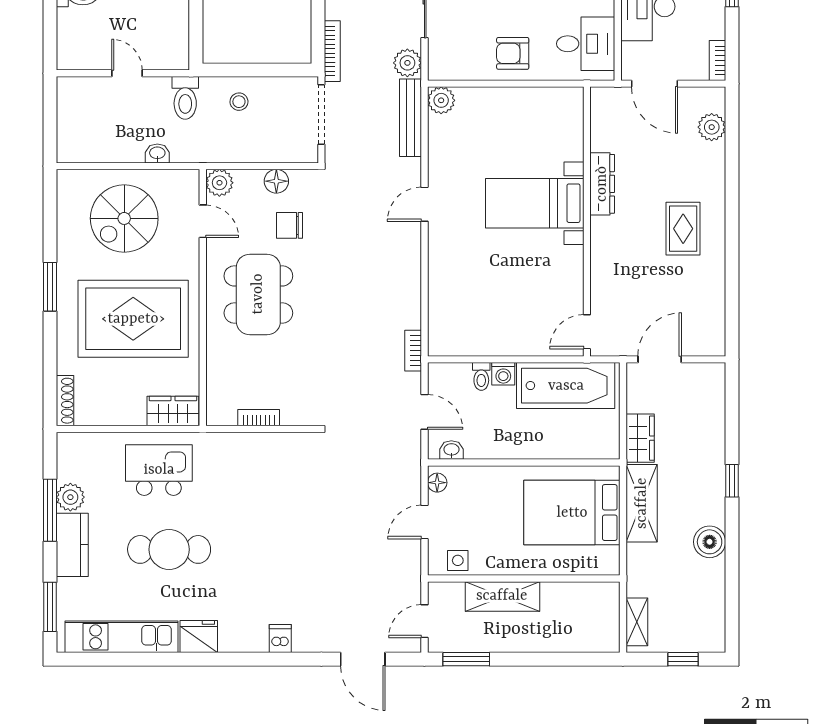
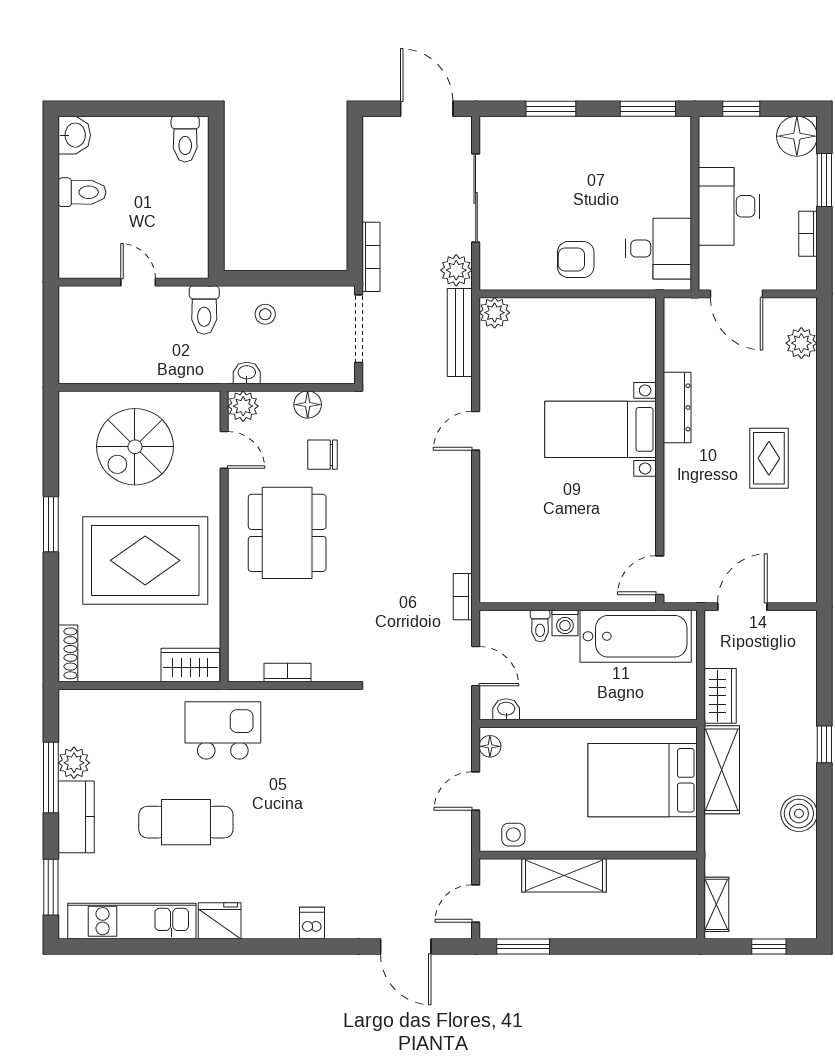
bookcase: (717, 61) -> (808, 234), moved
washbasin: (157, 153) -> (247, 373), moved
kitchen island: (159, 470) -> (223, 730), moved

